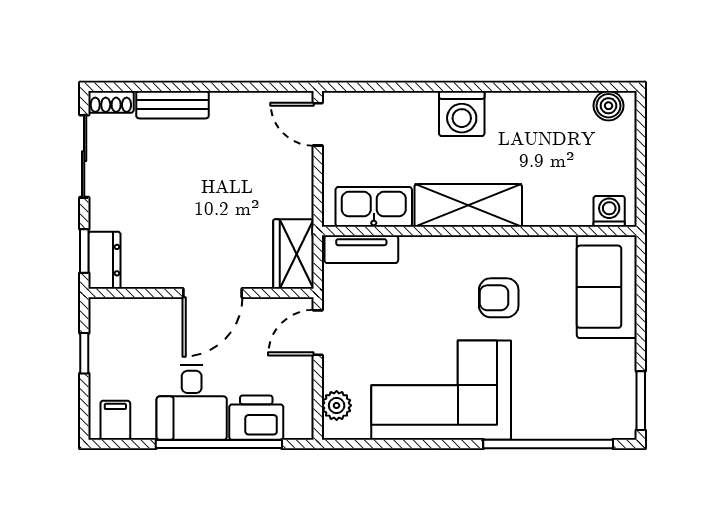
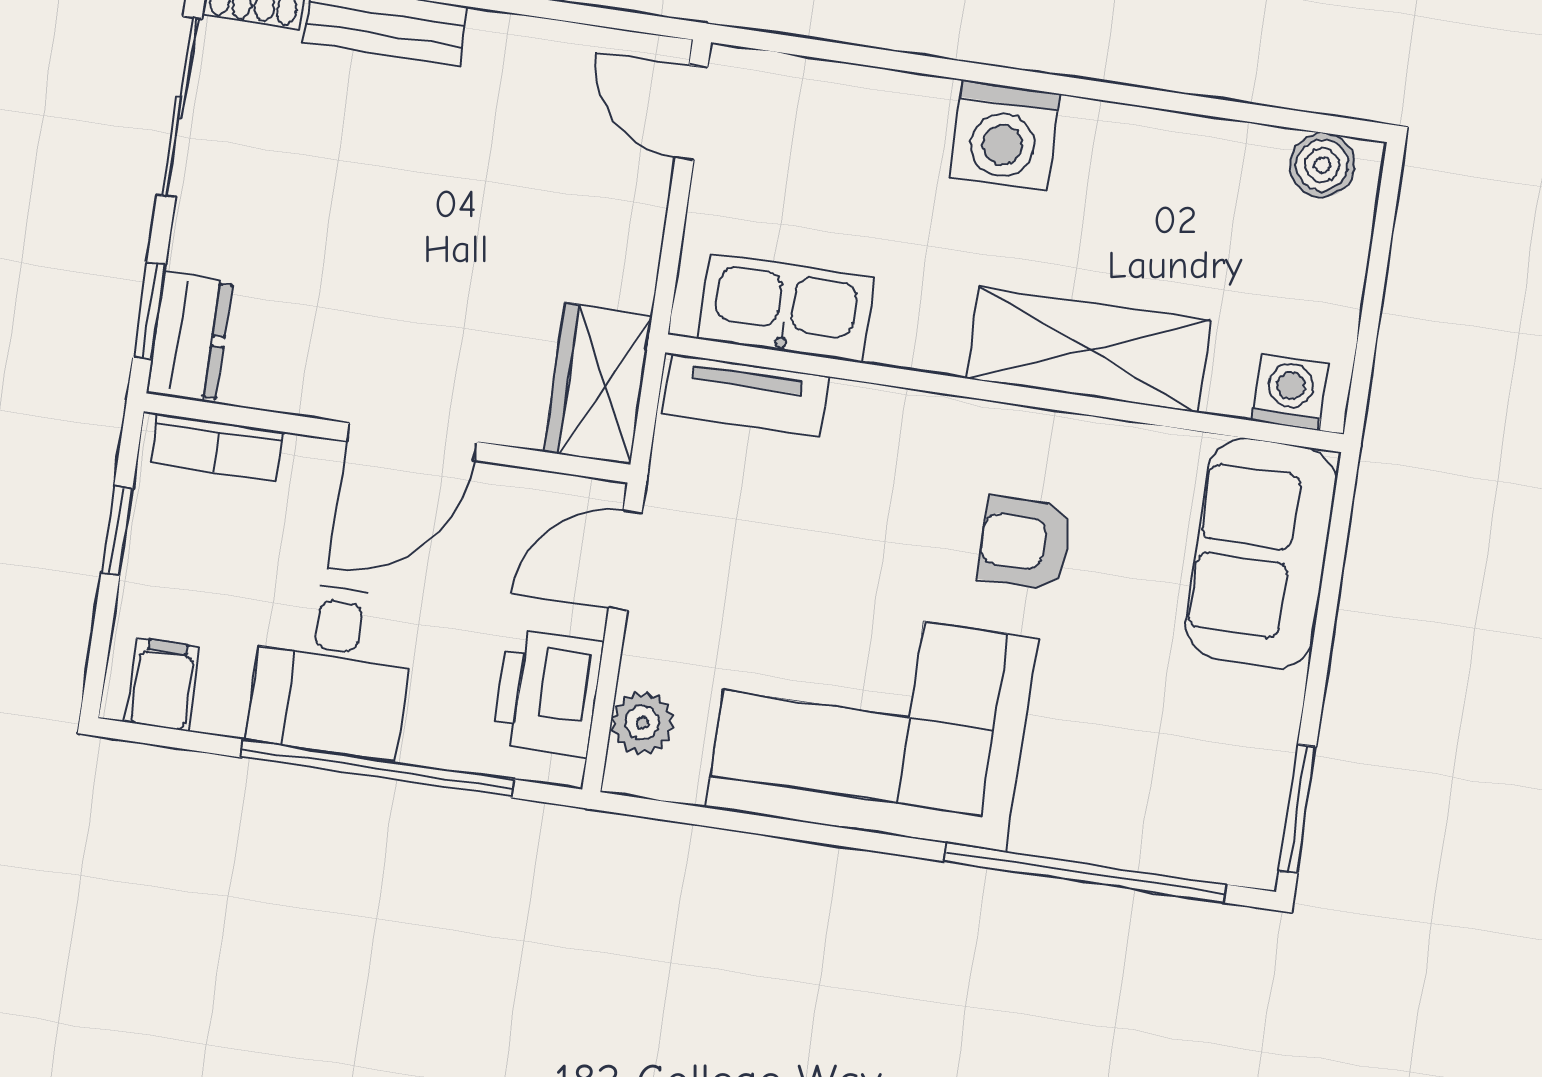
shelving: (468, 205) -> (1088, 350), moved
bookcase: (124, 309) -> (217, 448), added
printer: (256, 418) -> (548, 693), moved, turned -90

